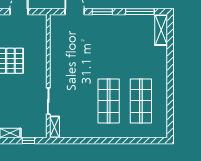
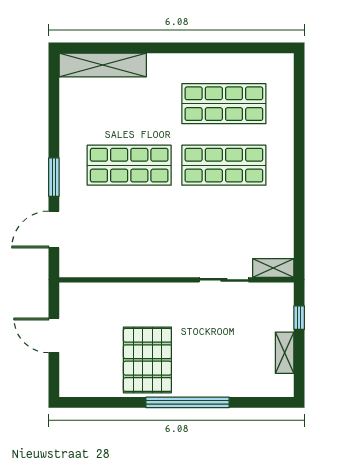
window: (140, 12) -> (54, 106), removed
shelving: (161, 30) -> (103, 65), width x1.47
shop shelf: (109, 51) -> (129, 165), added

